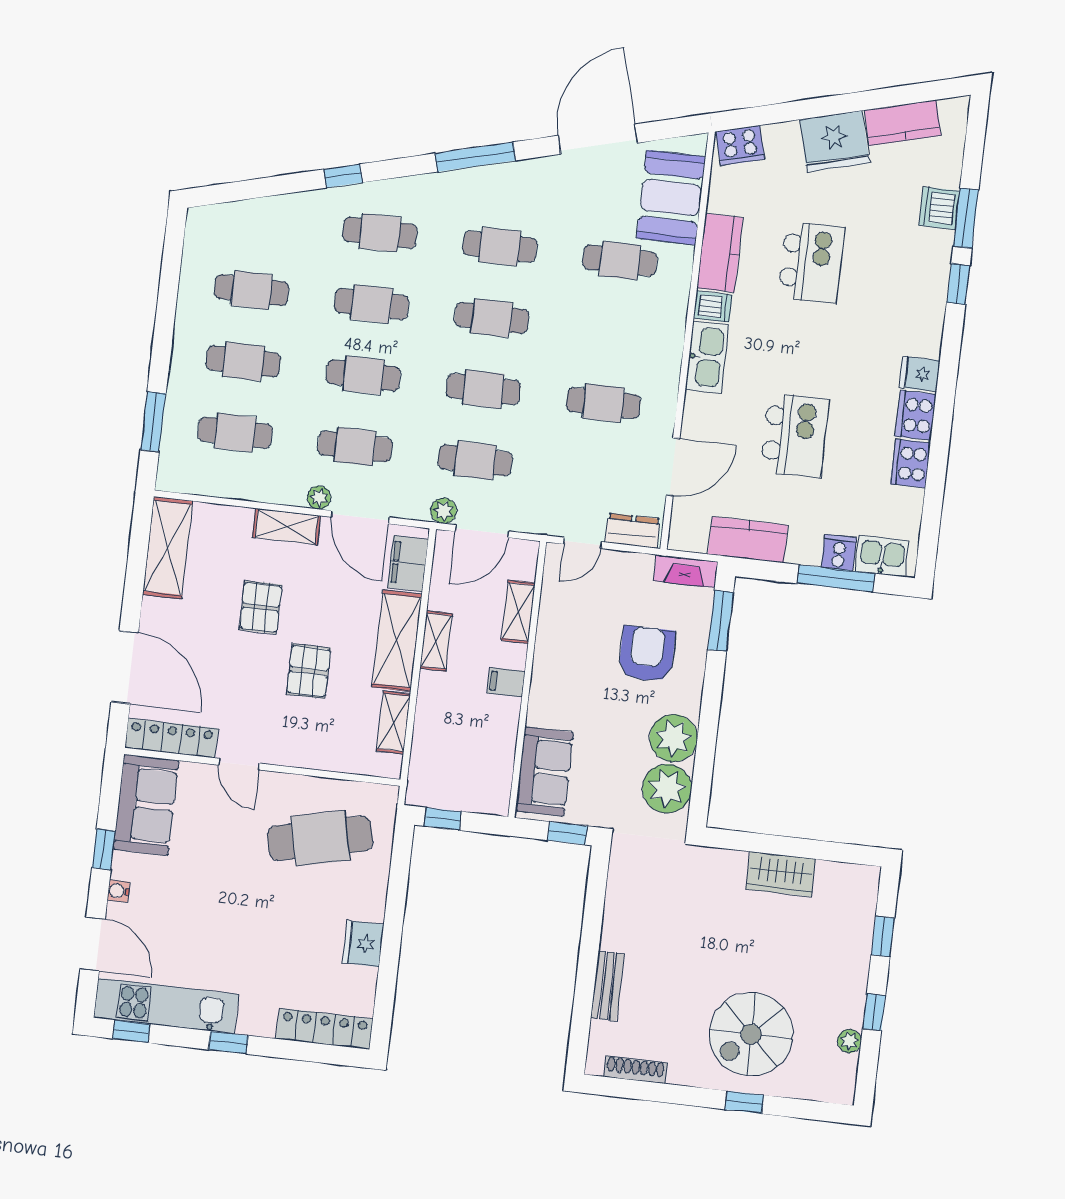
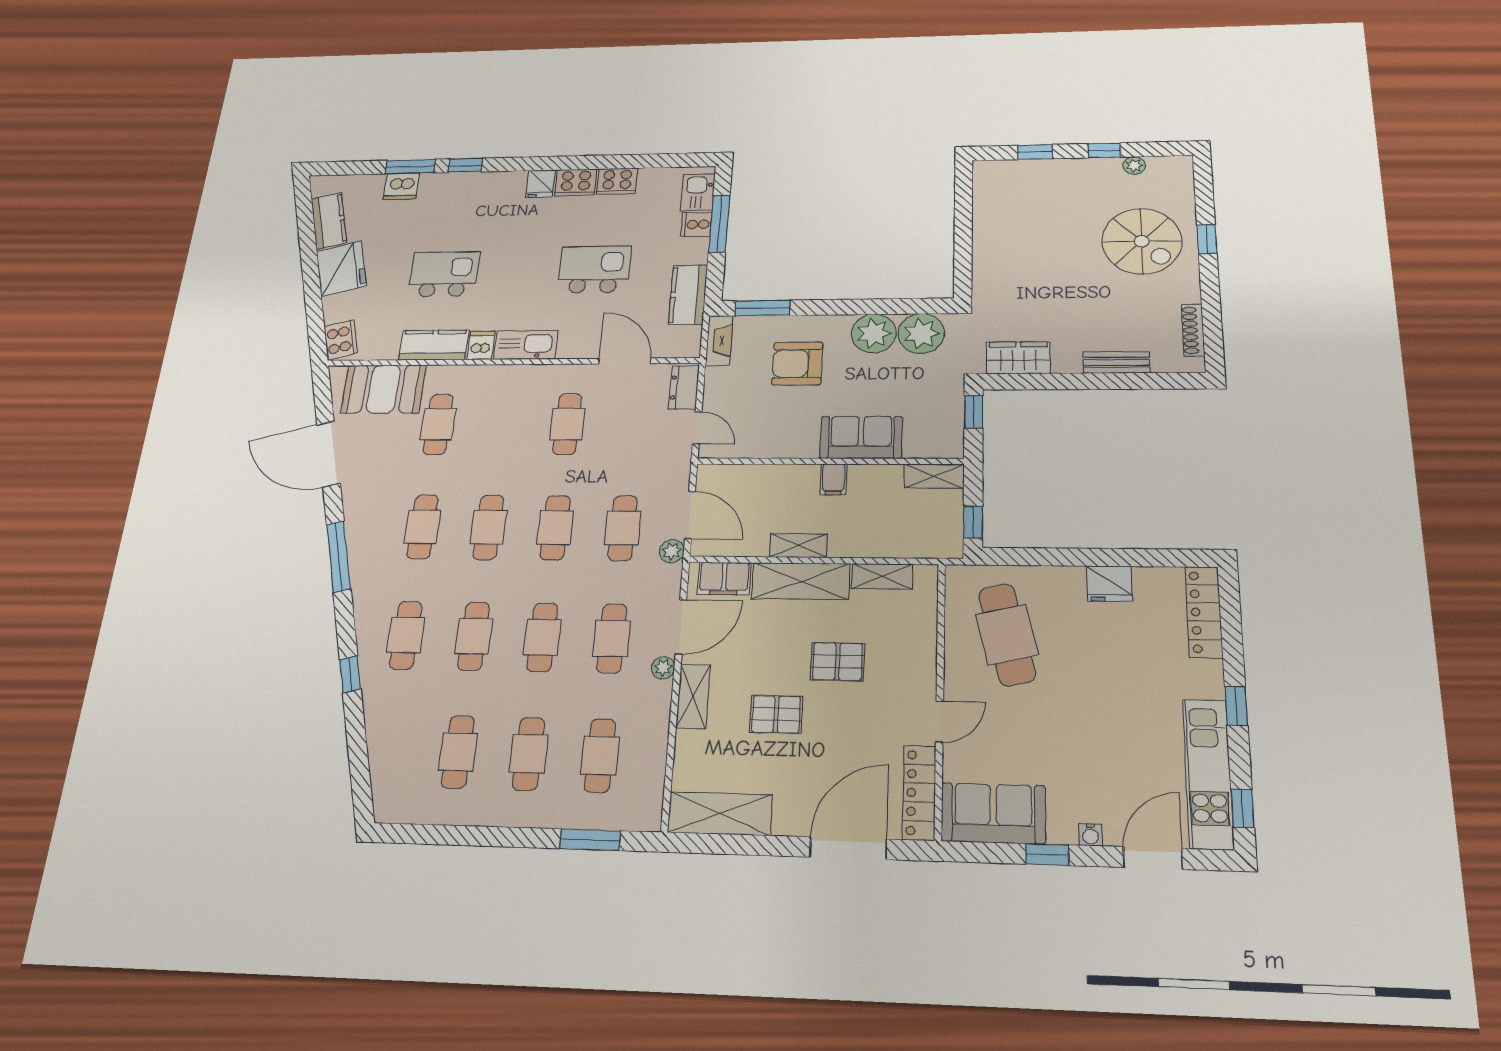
shelving: (518, 612) -> (934, 476), moved
sofa: (544, 772) -> (861, 437), moved
wardrobe: (781, 874) -> (1018, 358), moved, turned -90

